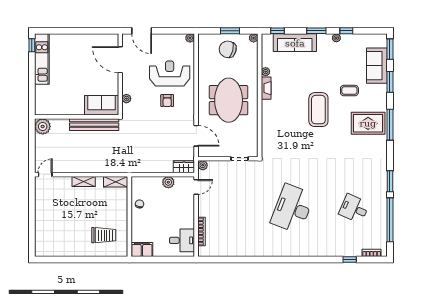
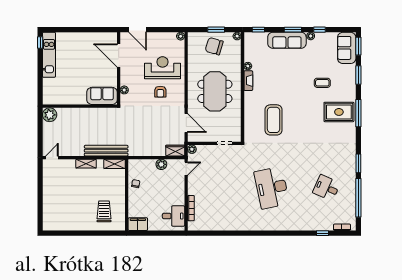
sofa: (295, 43) -> (287, 40), moved
sofa: (377, 66) -> (347, 48), moved
coffee table: (318, 110) -> (274, 120), moved
bench: (94, 125) -> (106, 151), moved
desk: (292, 209) -> (272, 188), turned -33
trolley: (104, 235) -> (104, 211), turned -90

